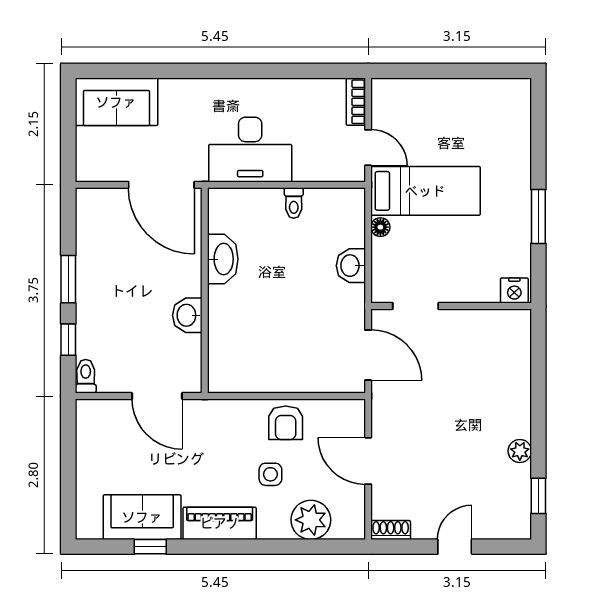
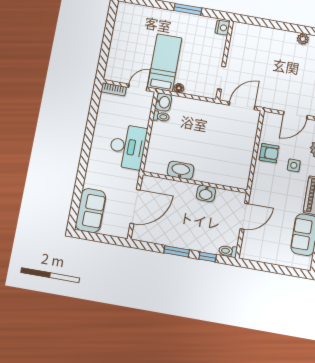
door: (161, 185) -> (135, 207), moved
toilet: (294, 203) -> (161, 116), moved
washbasin: (351, 266) -> (163, 102), moved, turned -90

